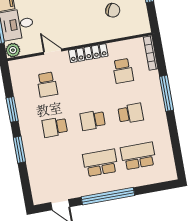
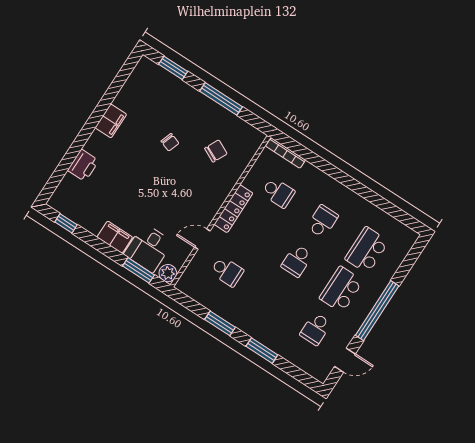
window: (166, 93) -> (334, 173), removed
school desk: (55, 127) -> (316, 329), moved

